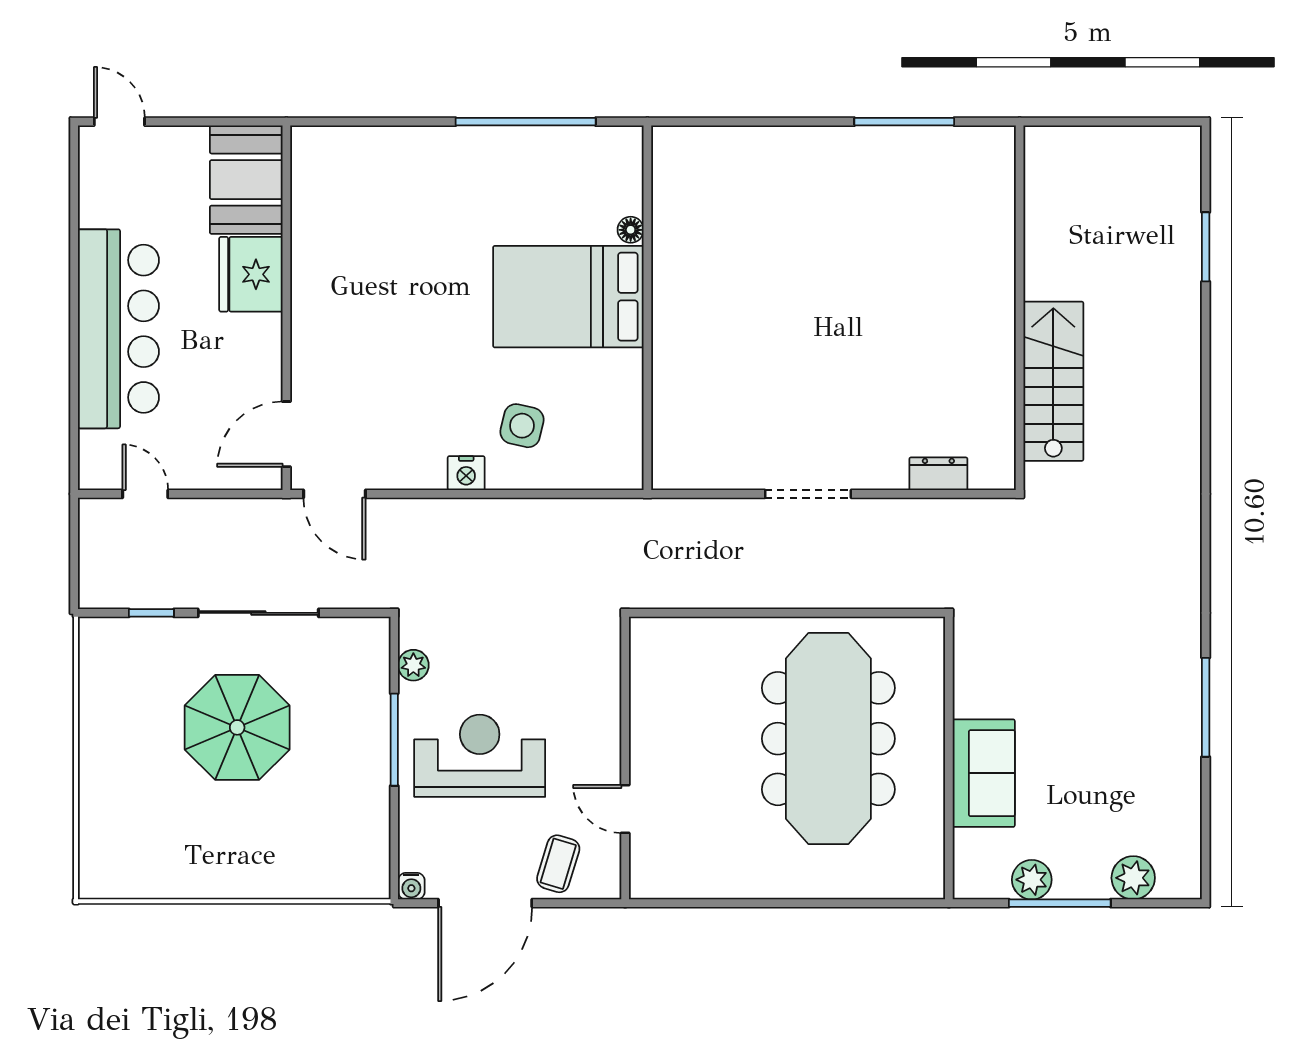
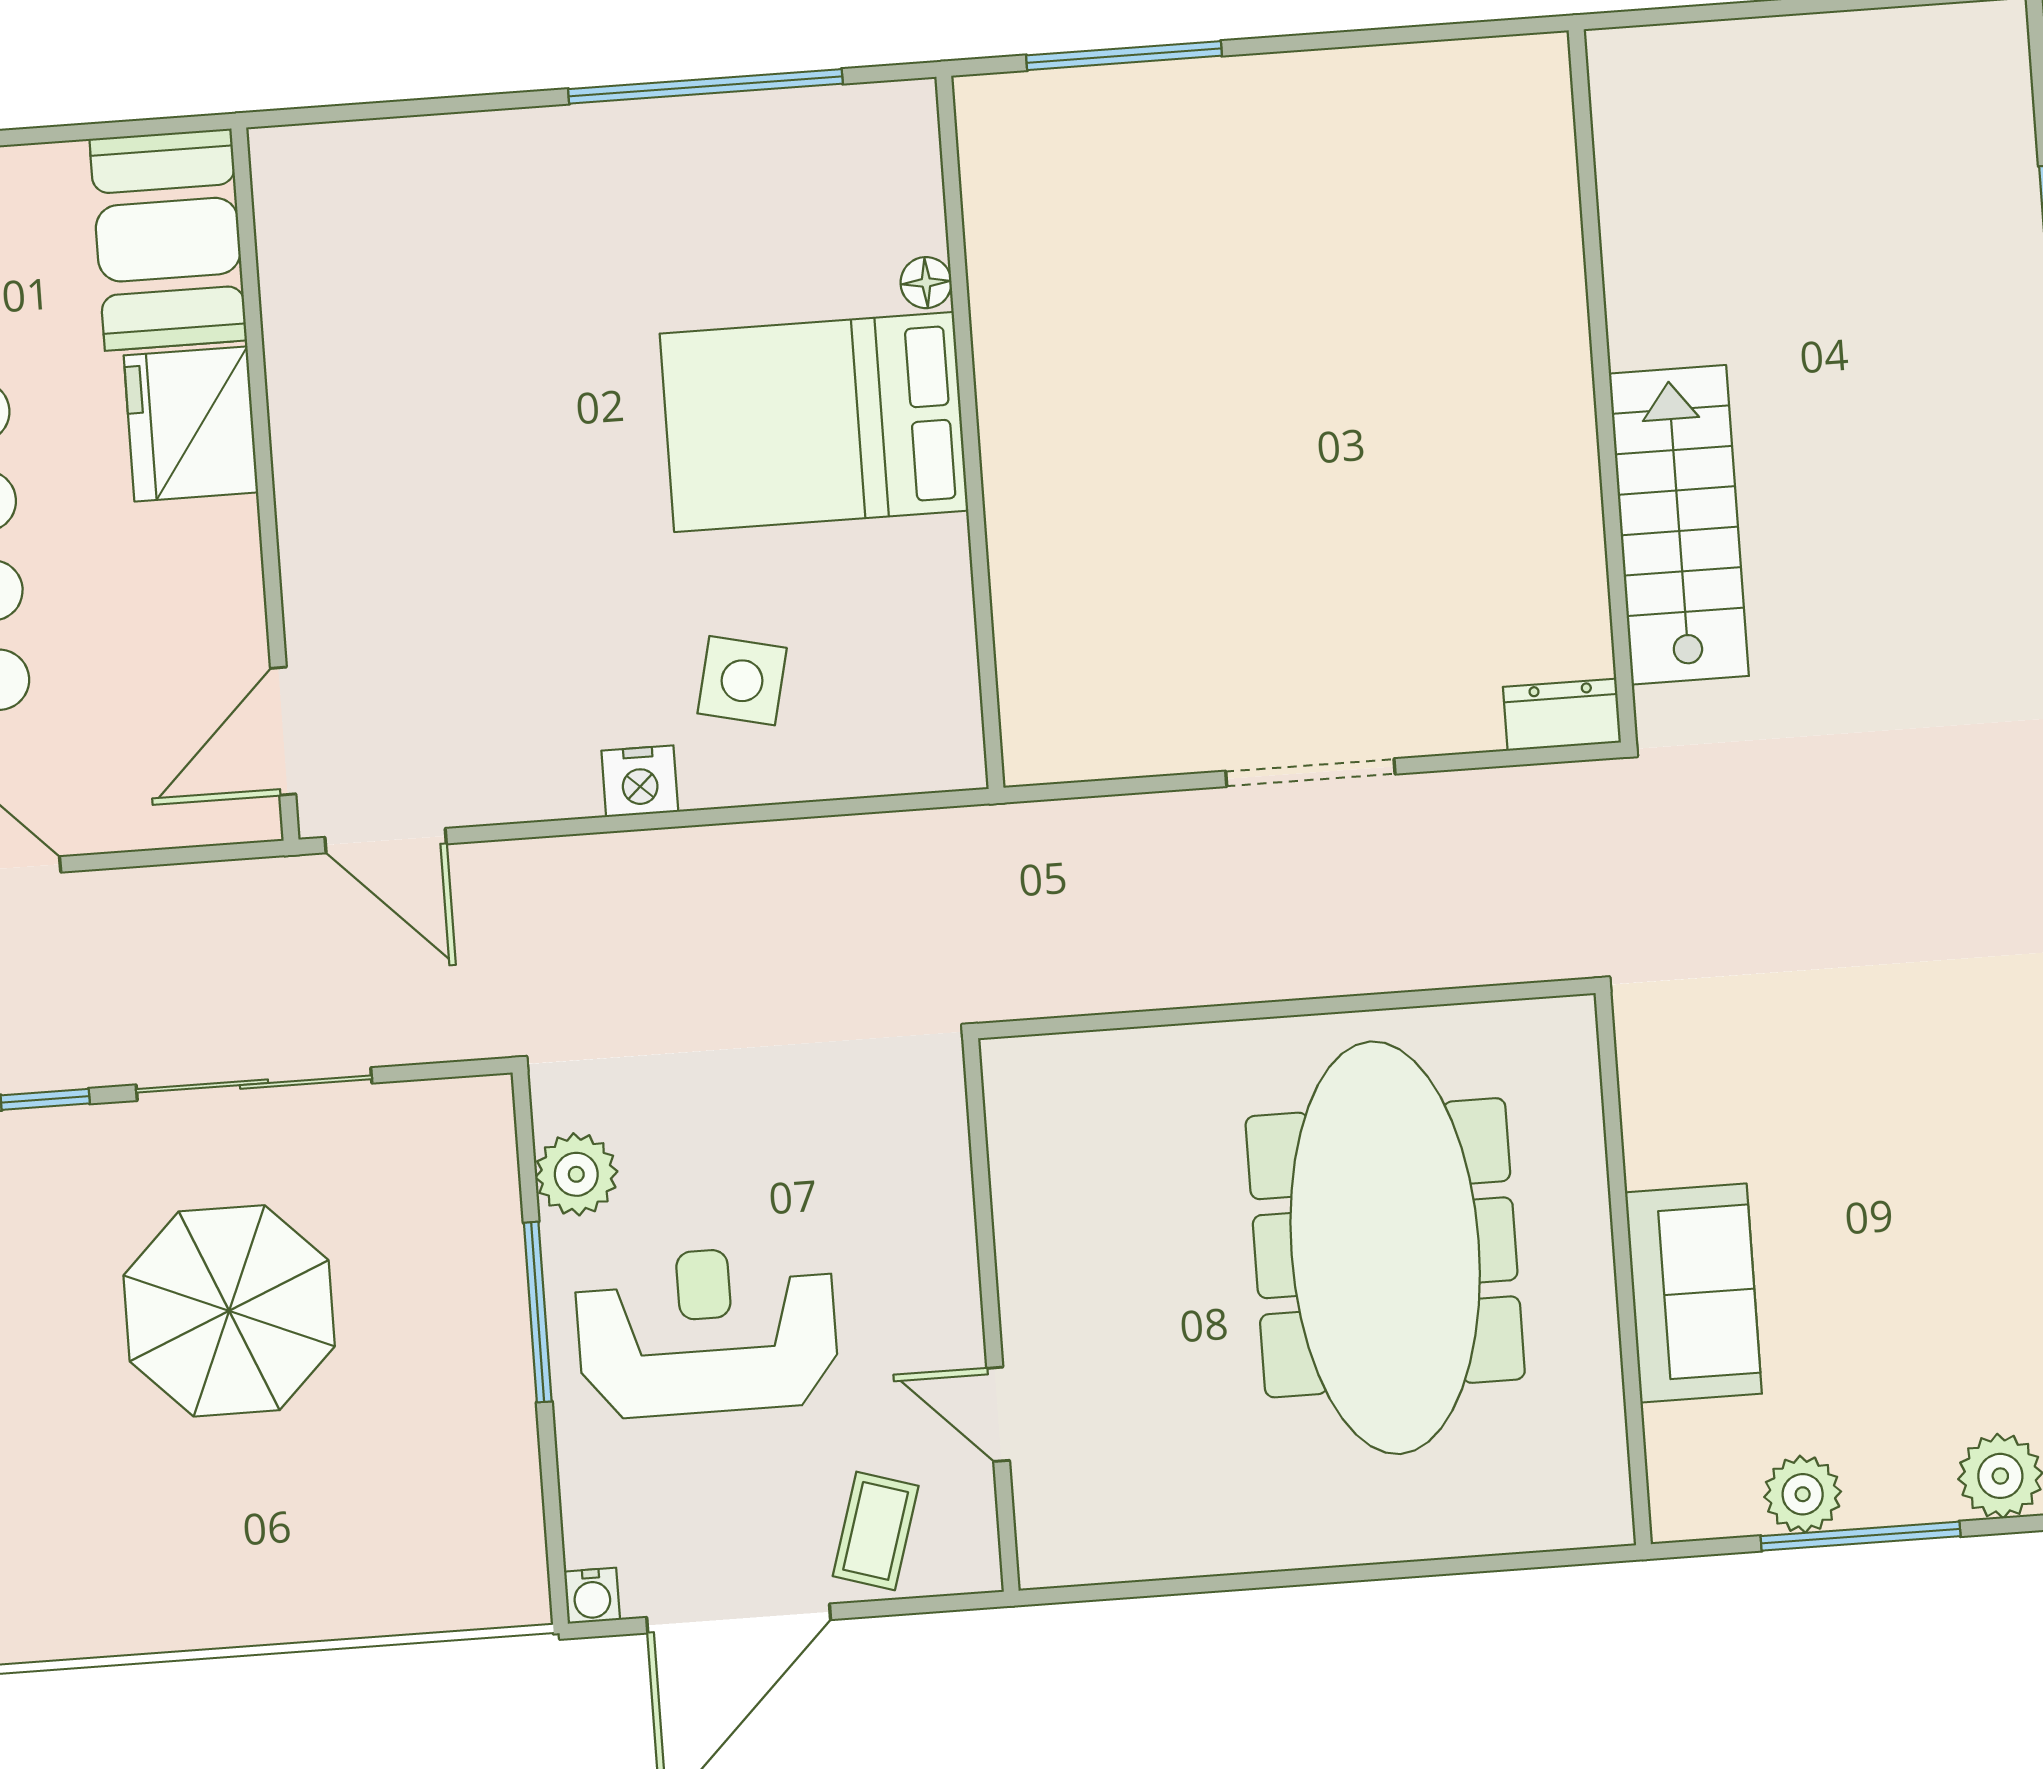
window: (904, 122) -> (1124, 56), moved
wall: (1020, 308) -> (1602, 386), moved
stairs: (1053, 381) -> (1679, 525), moved
plant: (413, 665) -> (576, 1174), width x1.38, depth x1.38

